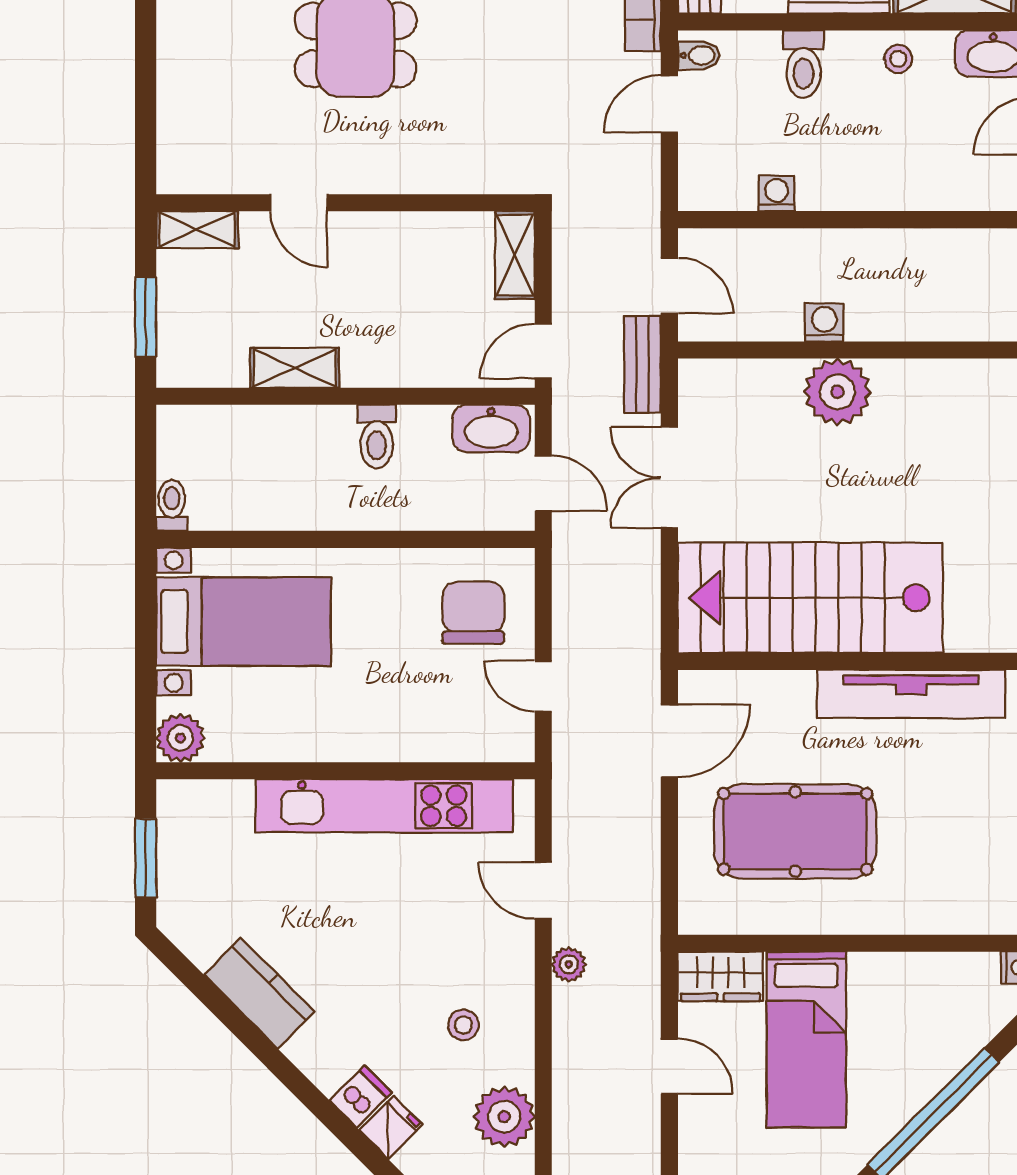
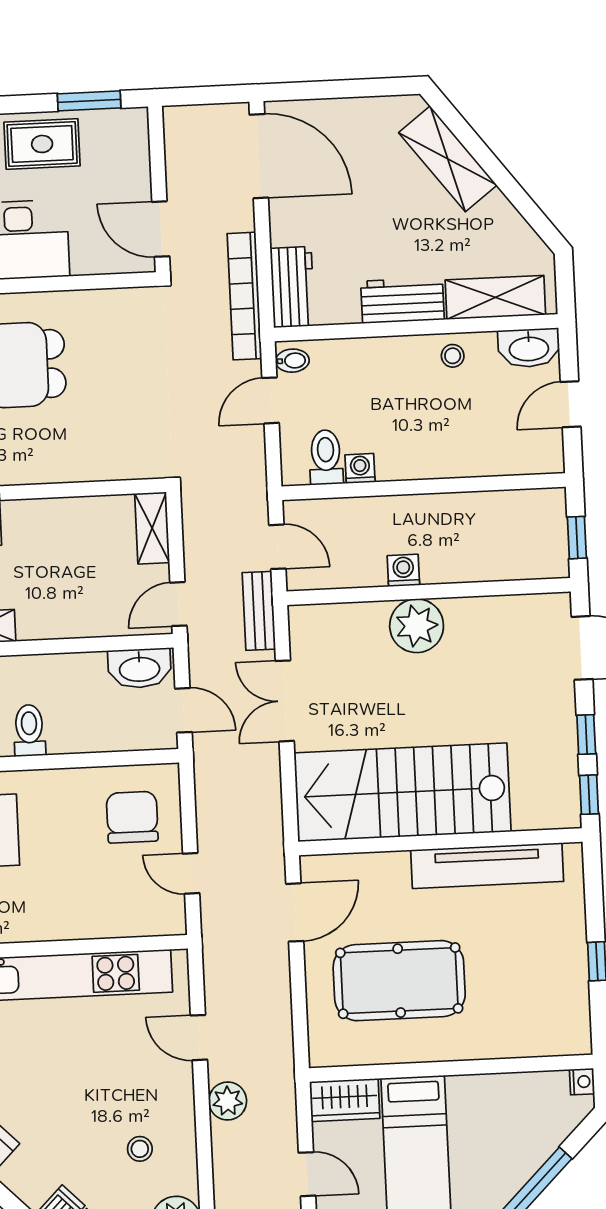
toilet: (804, 64) -> (326, 457), moved, turned 180
toilet: (377, 436) -> (29, 730), moved, turned 180
plant: (569, 964) -> (228, 1101), width x1.38, depth x1.38

